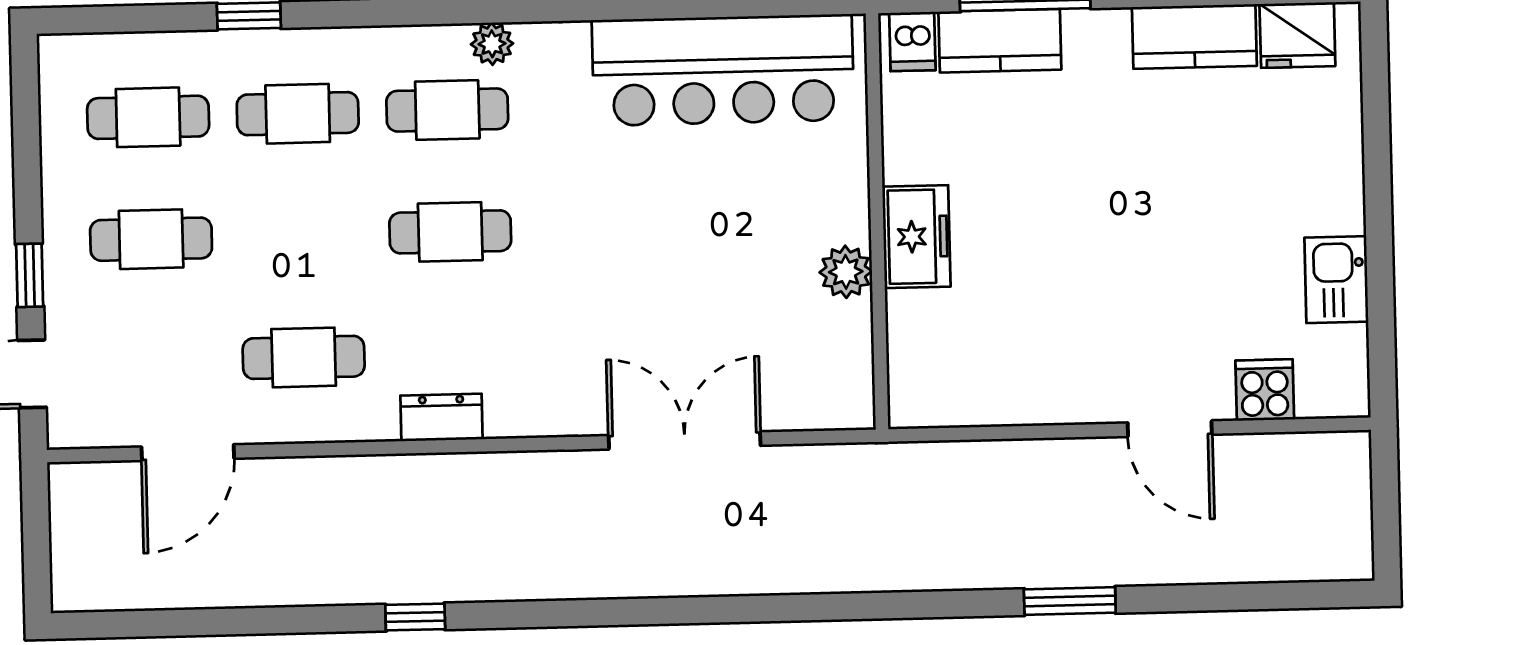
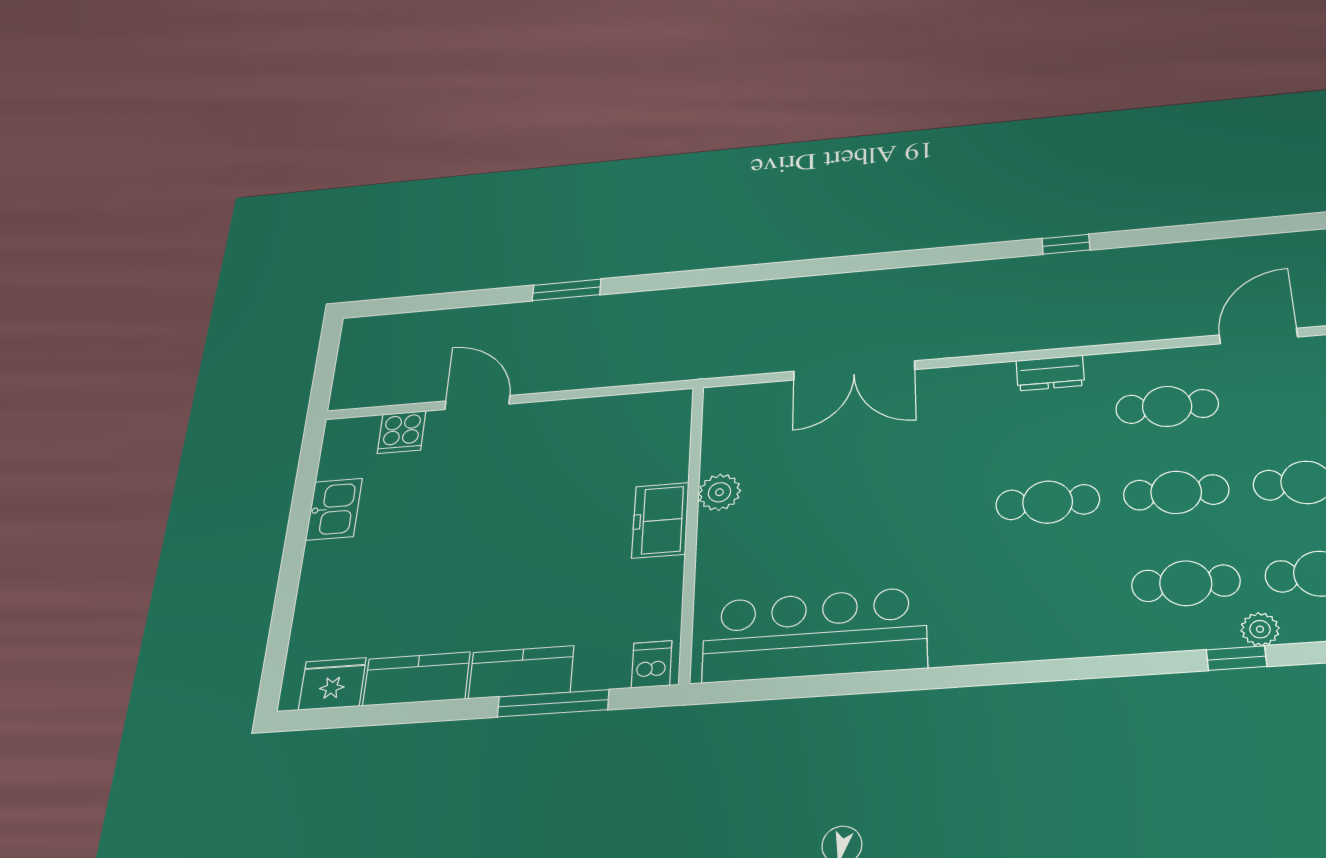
kitchen counter: (1000, 41) -> (521, 672), moved
plant: (492, 44) -> (1260, 629), moved
cafe table: (447, 110) -> (1176, 492), moved

